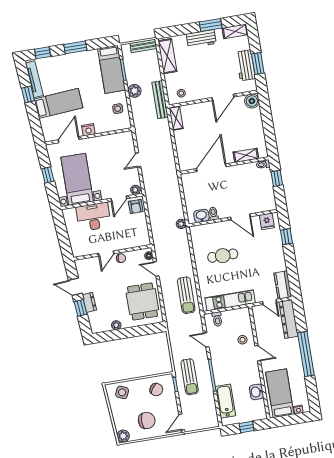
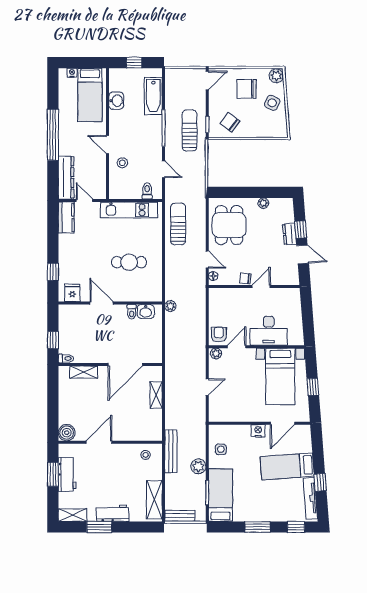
shelving: (176, 118) -> (156, 395), moved
side table: (122, 392) -> (272, 103), moved

